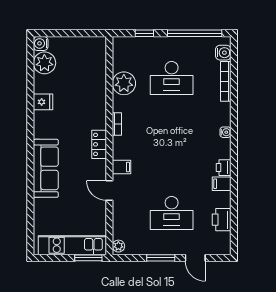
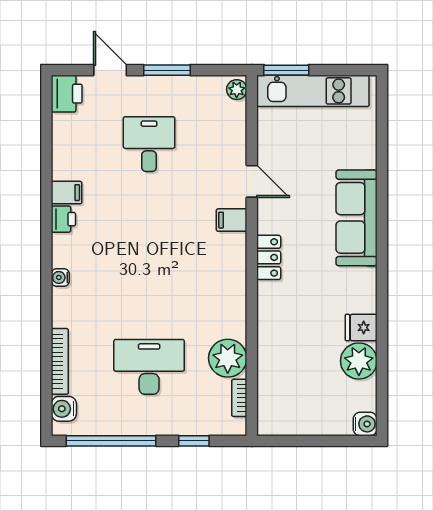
plant: (44, 63) -> (359, 361), moved
bookcase: (117, 124) -> (239, 398), moved
desk: (172, 213) -> (149, 144), width x0.73
printer: (222, 220) -> (67, 94), moved

